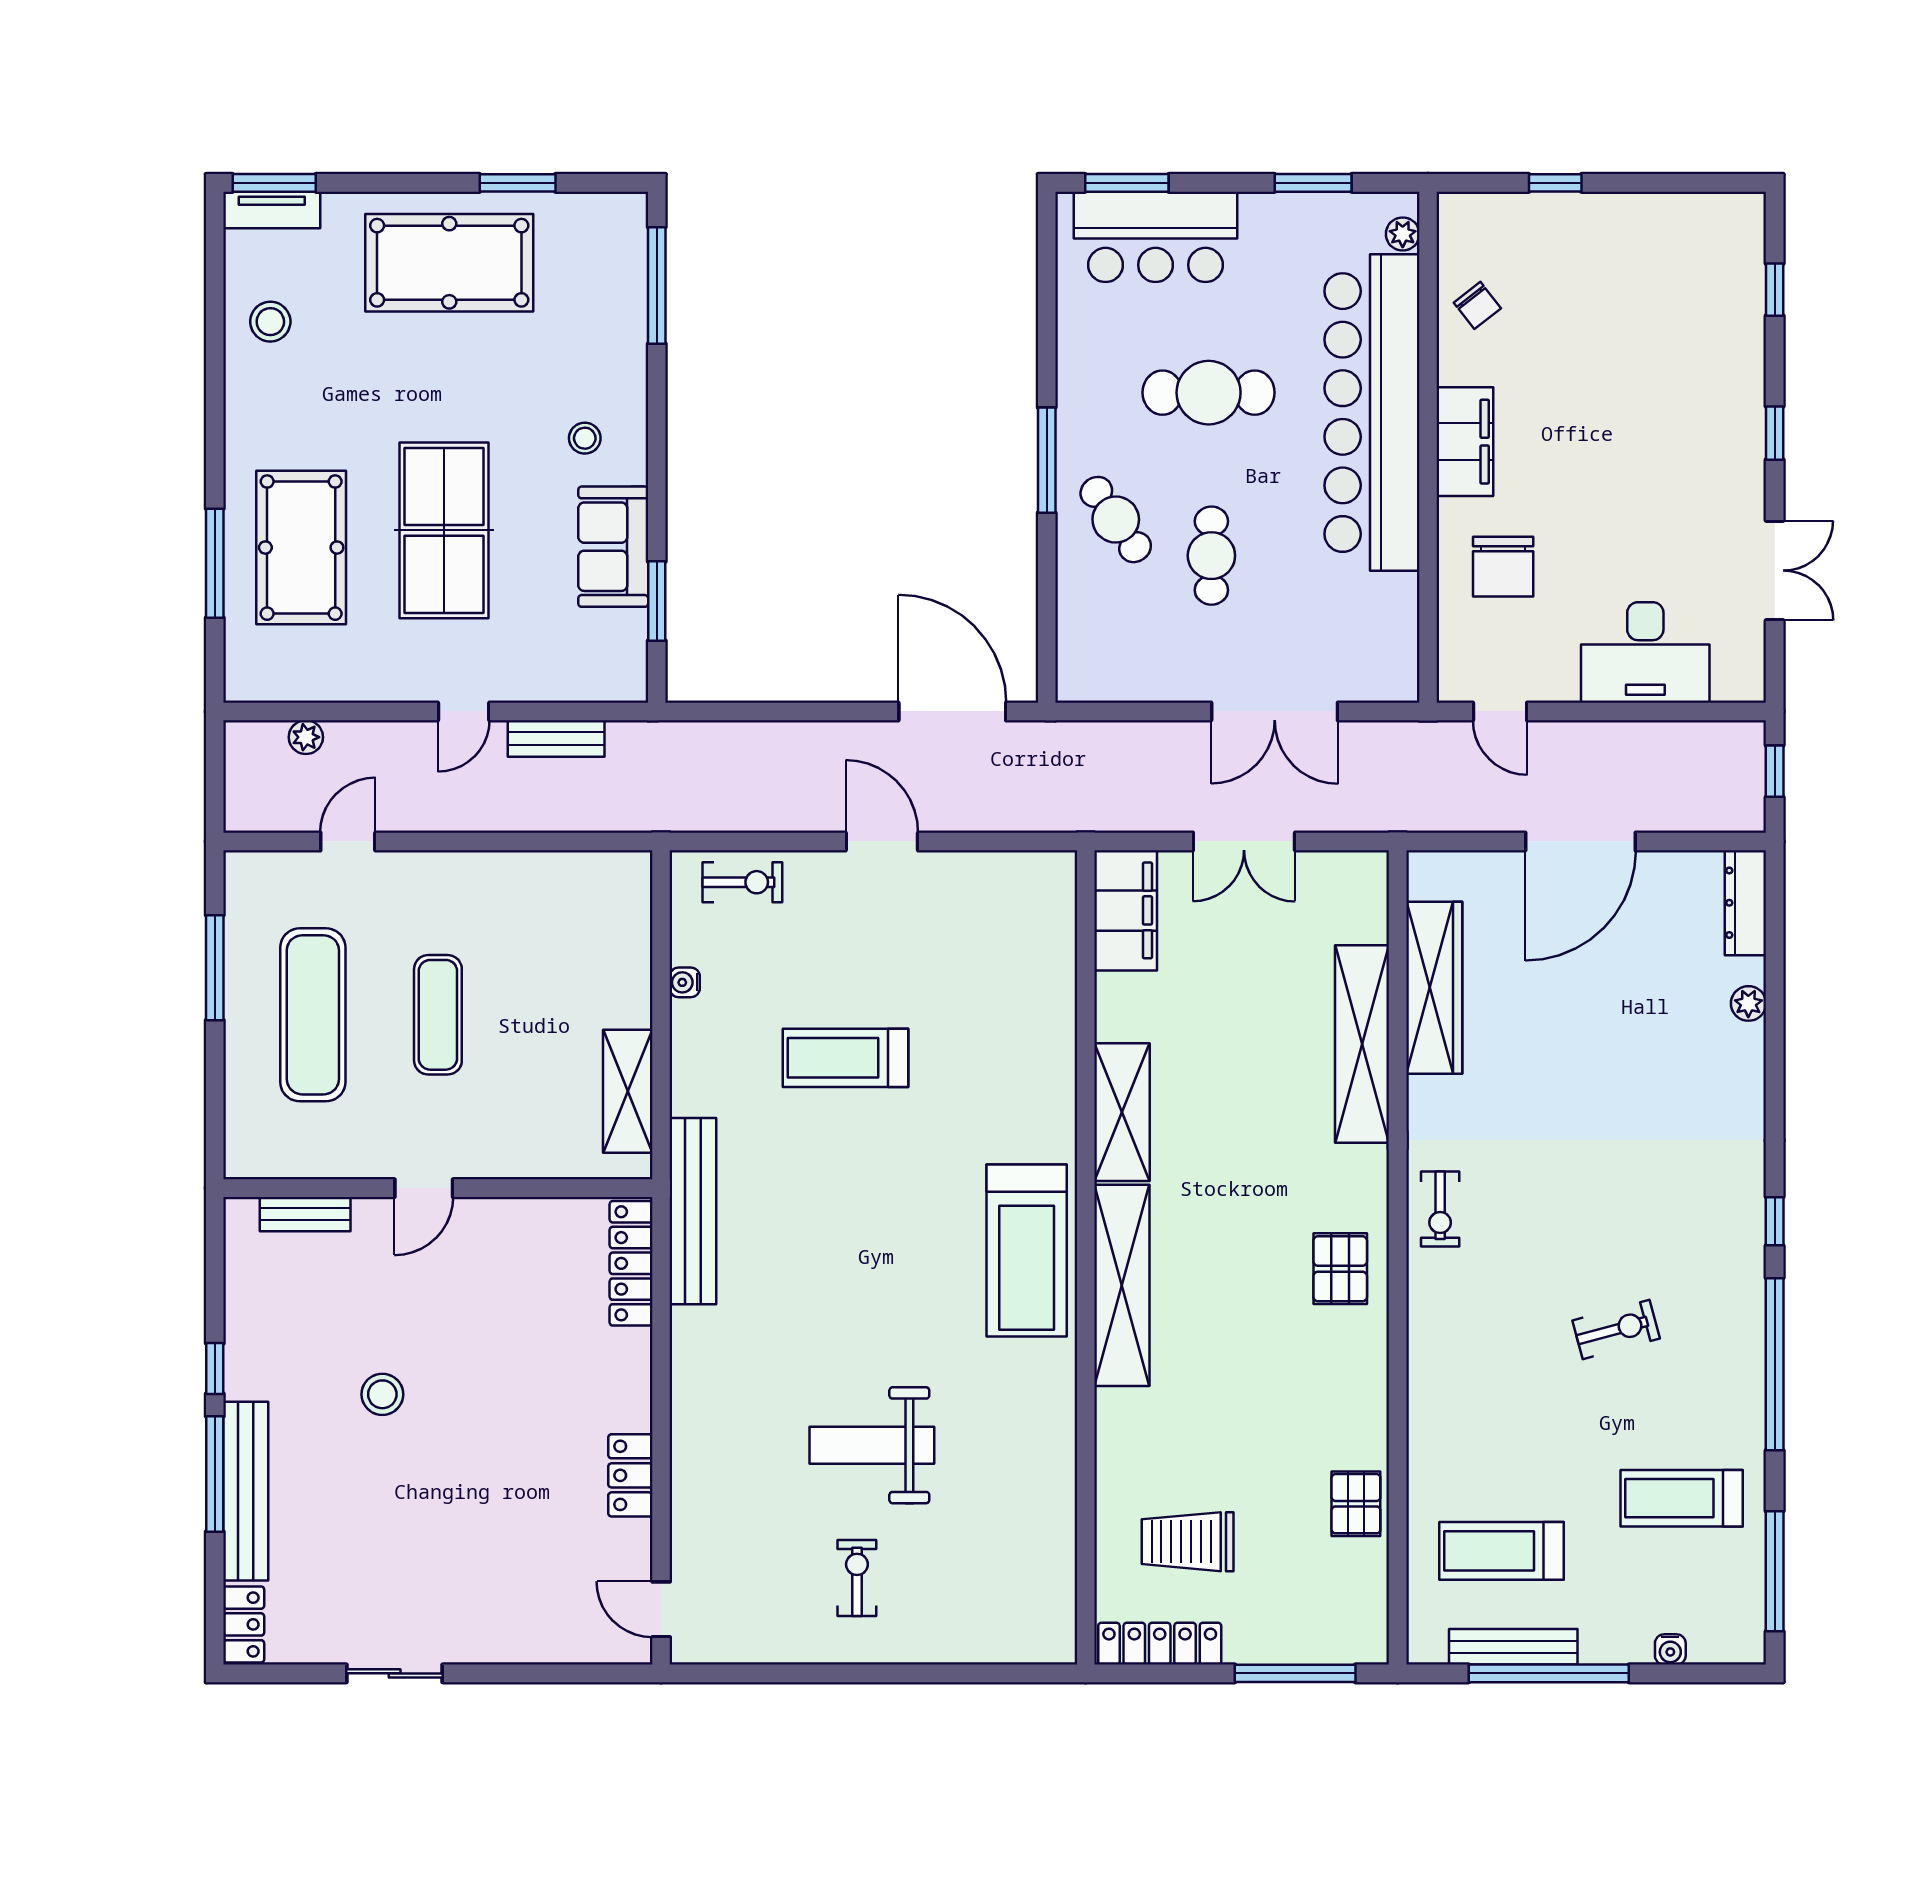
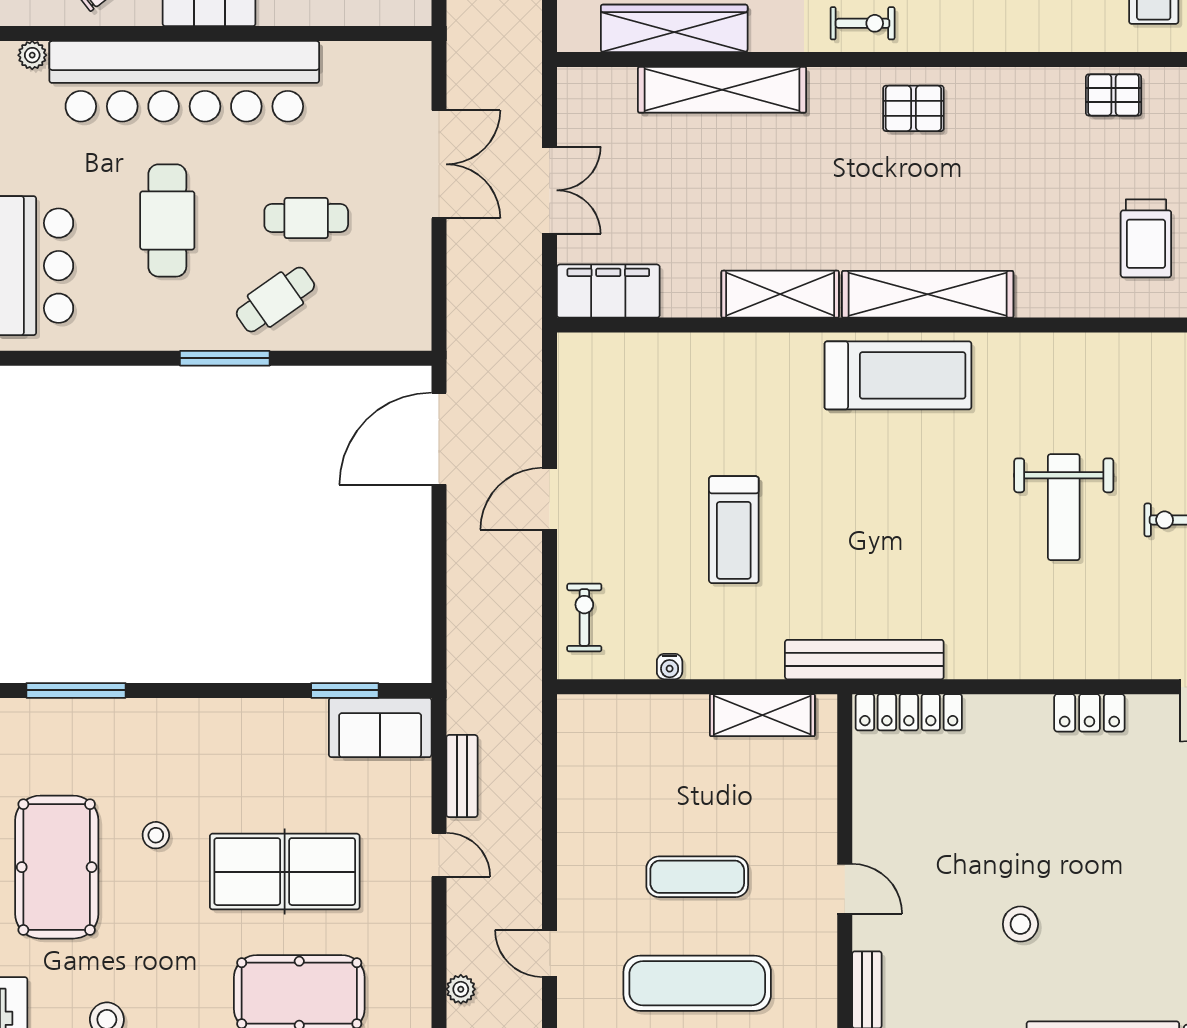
stool: (585, 438) -> (156, 835), moved
sofa: (613, 547) -> (380, 727), moved

